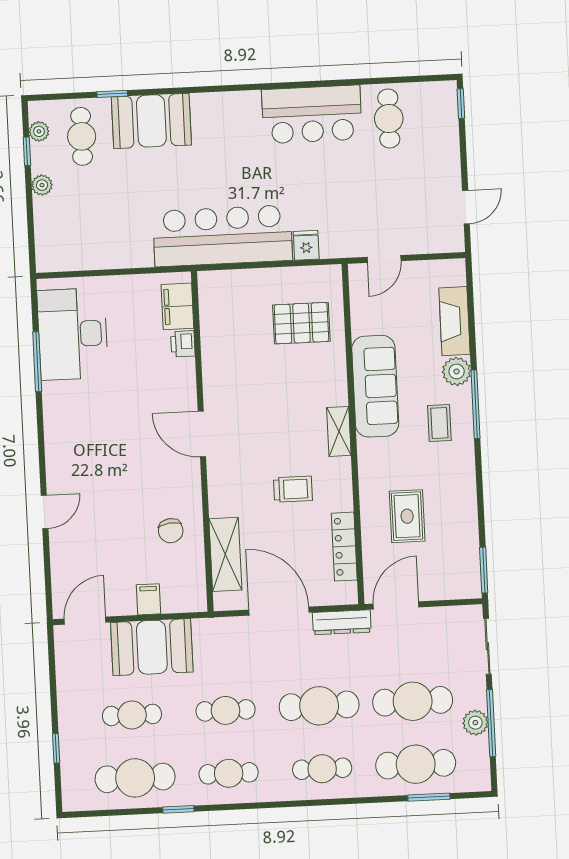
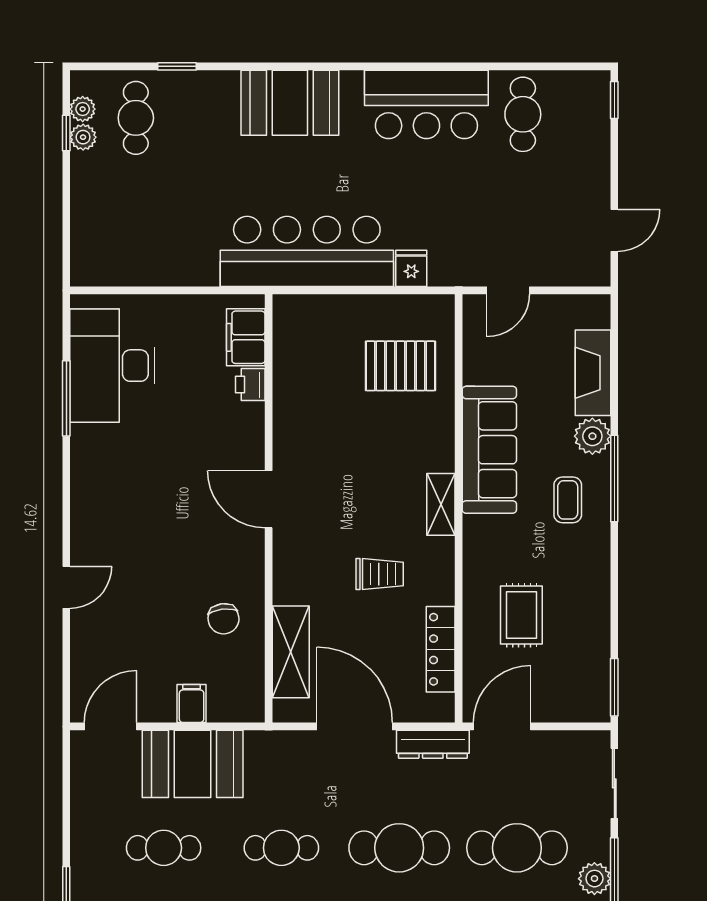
booth: (151, 121) -> (290, 103), moved
plant: (42, 185) -> (83, 137), moved

